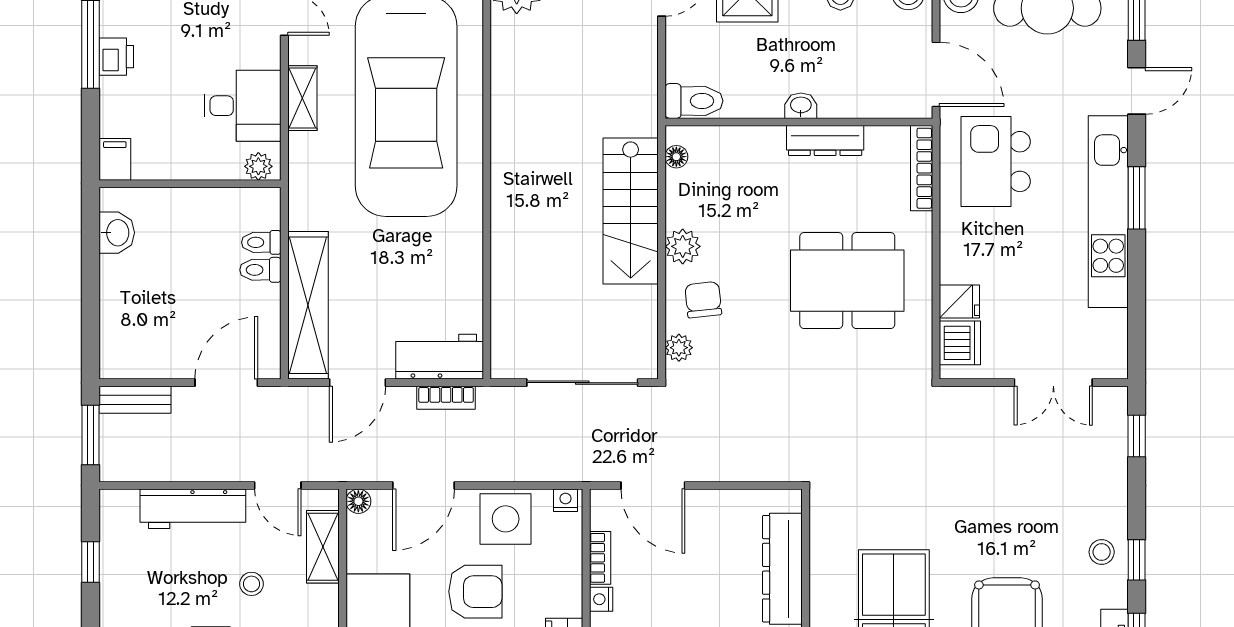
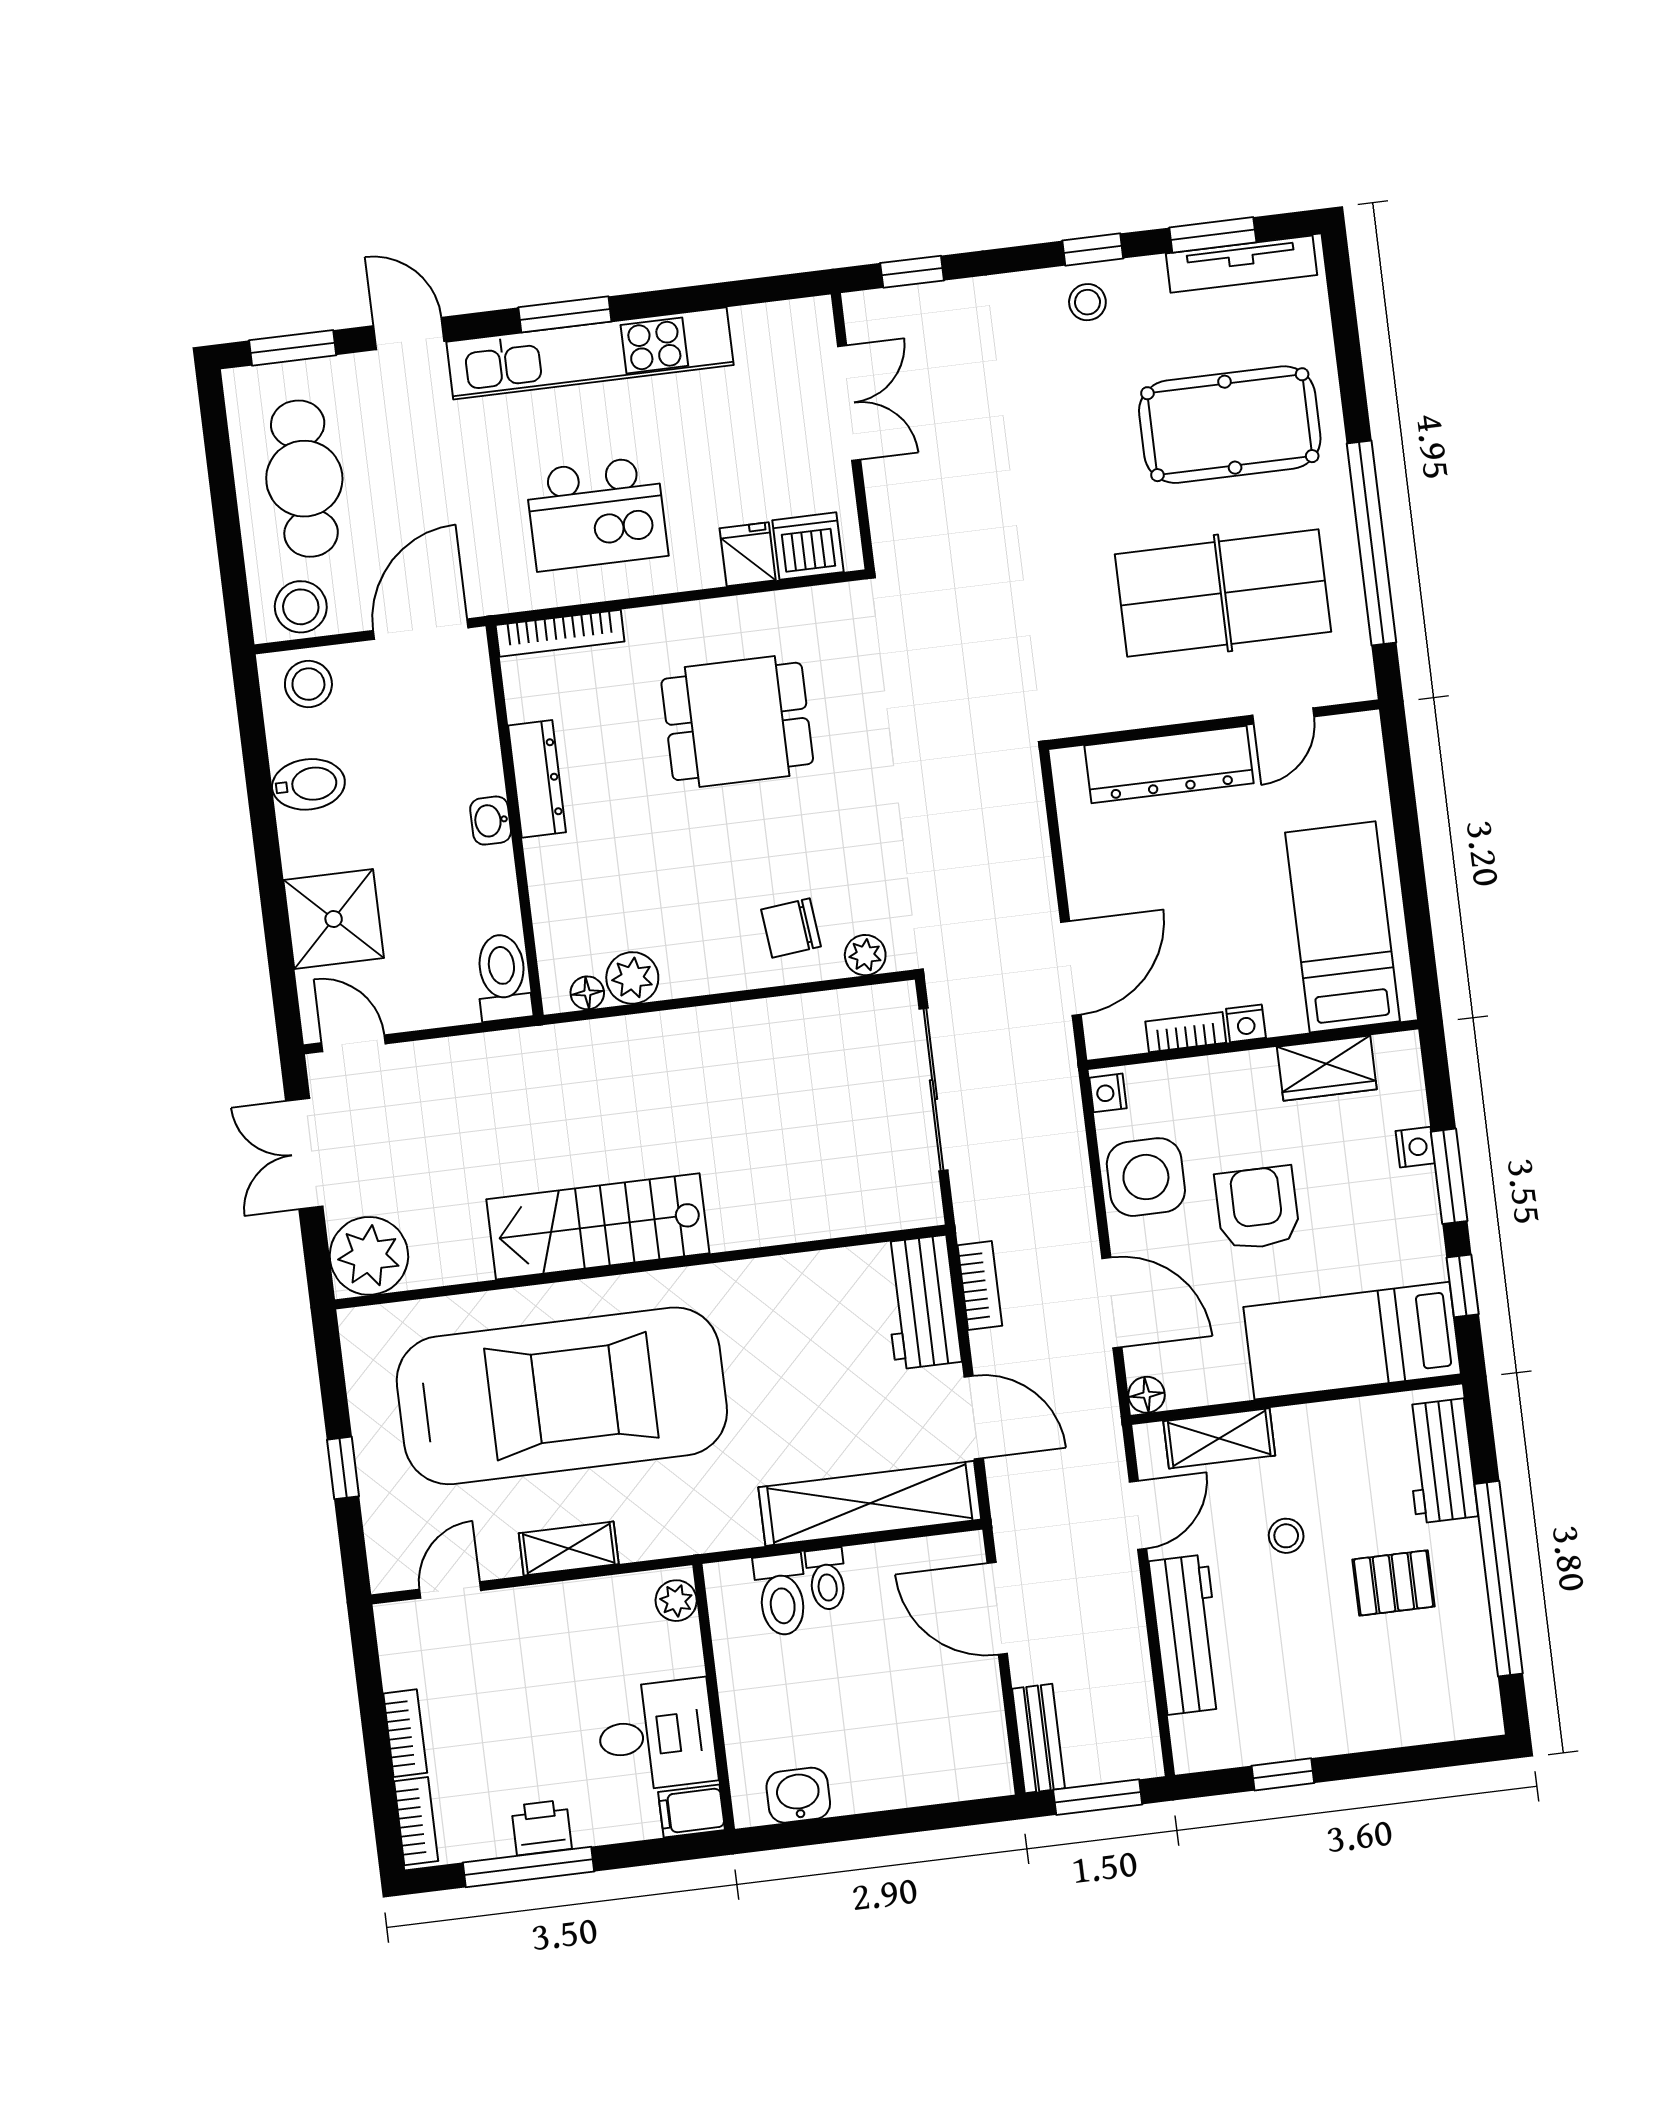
desk: (242, 106) -> (656, 1735), moved, turned 90
kitchen island: (996, 162) -> (597, 514), moved
stairs: (631, 211) -> (598, 1226), moved, turned 180
toilet: (261, 242) -> (781, 1595), width x1.37, depth x1.39
plant: (683, 246) -> (632, 978), moved
dining table: (847, 281) -> (737, 721), width x0.73

